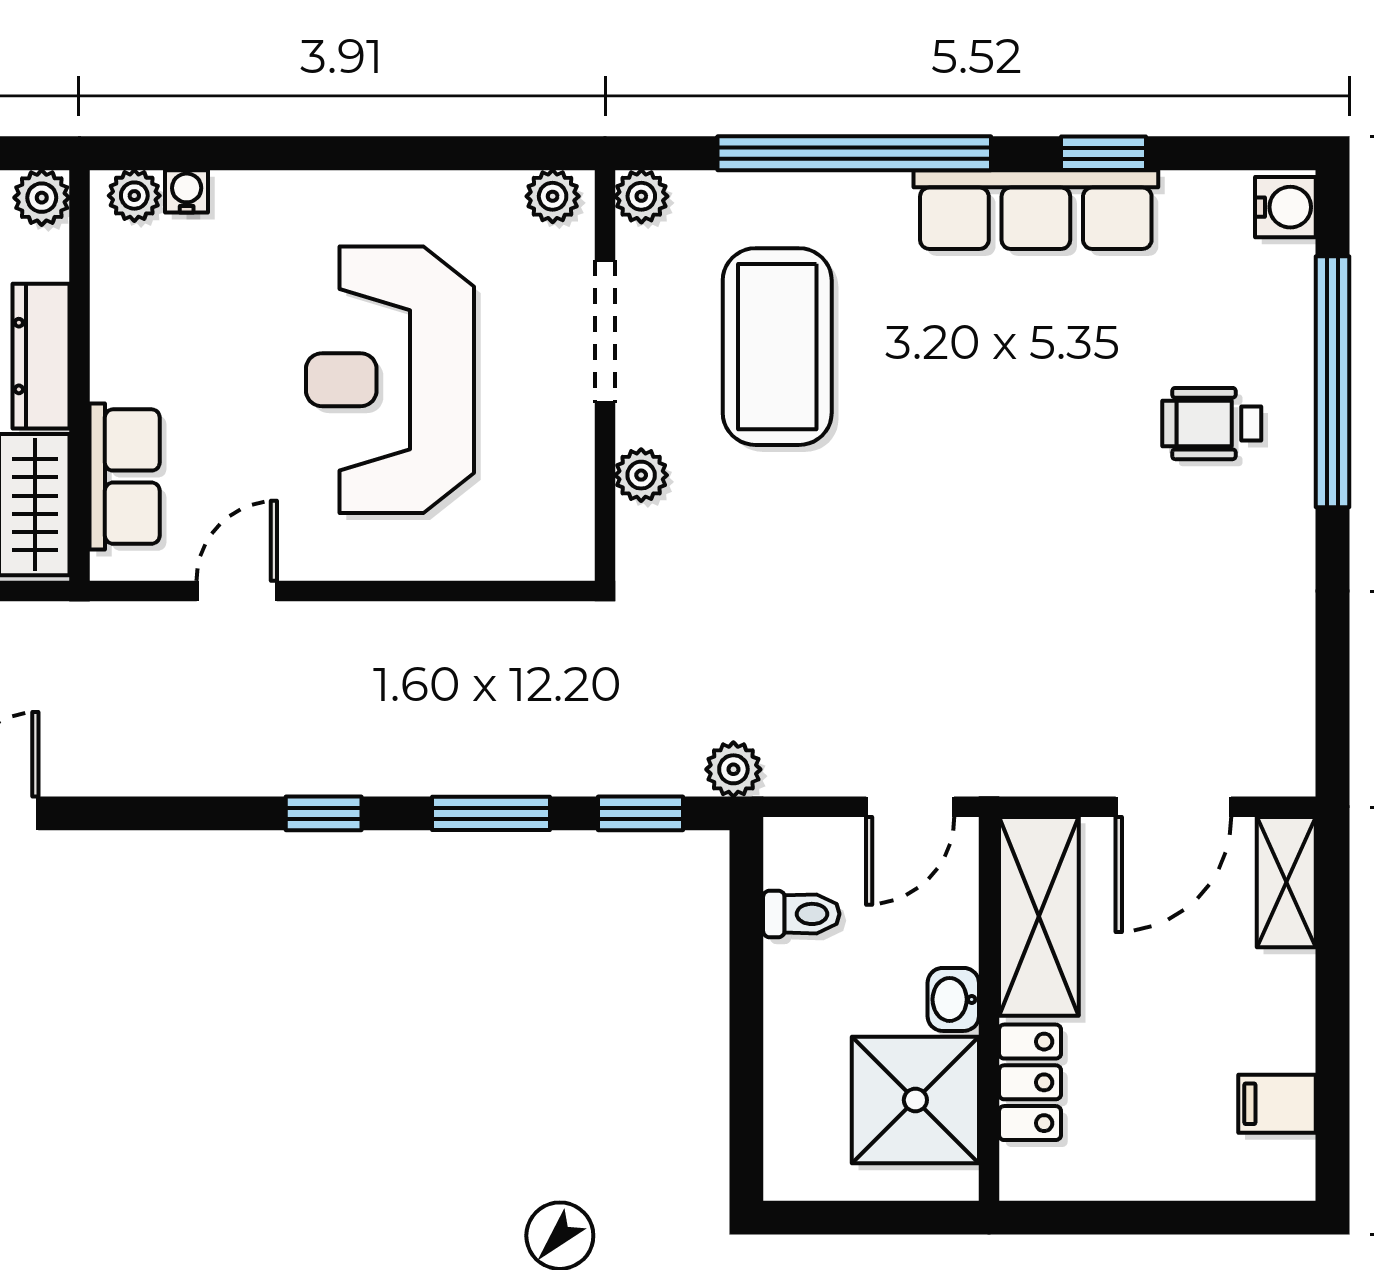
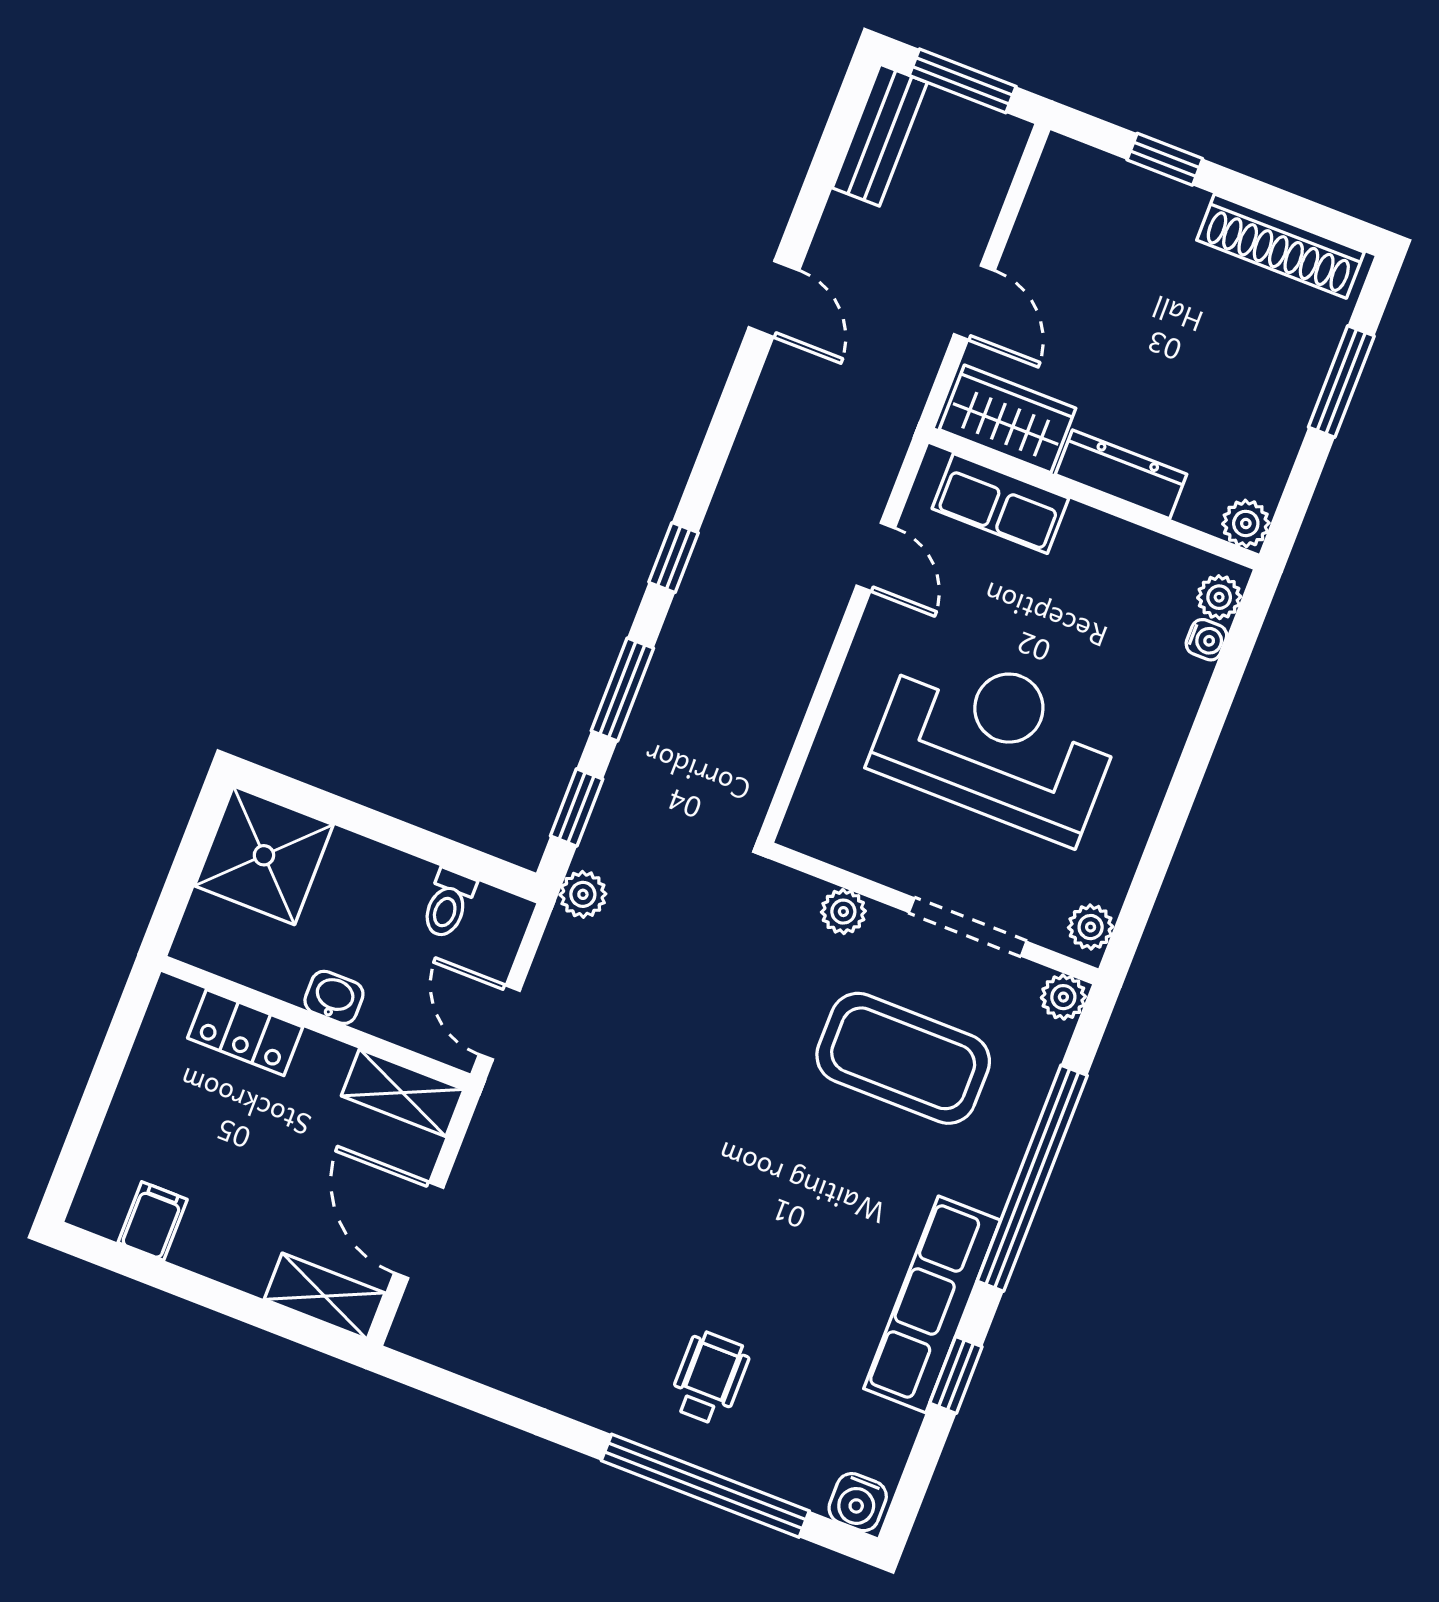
shelving: (1039, 916) -> (403, 1093), width x0.67, depth x0.75
shower: (915, 1100) -> (264, 855), moved

